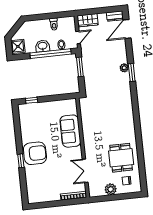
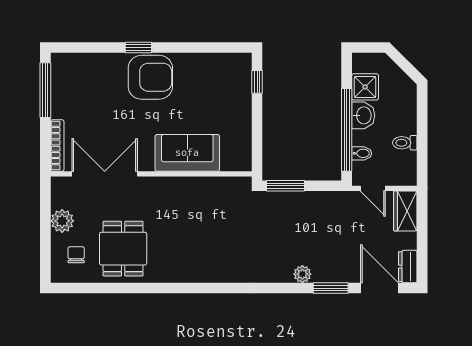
shower: (18, 46) -> (365, 87), moved
window: (80, 67) -> (285, 186), moved
window: (132, 73) -> (331, 288), moved
armchair: (35, 153) -> (150, 77), turned -90
dining table: (121, 158) -> (123, 249), turned 90
double door: (85, 171) -> (105, 174), width x1.37
window: (47, 204) -> (45, 90), added

